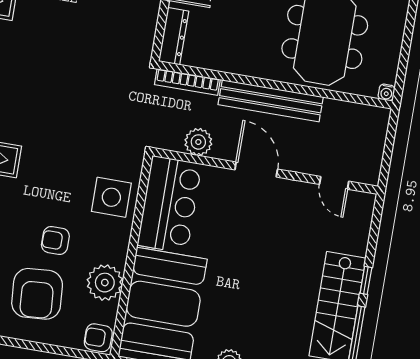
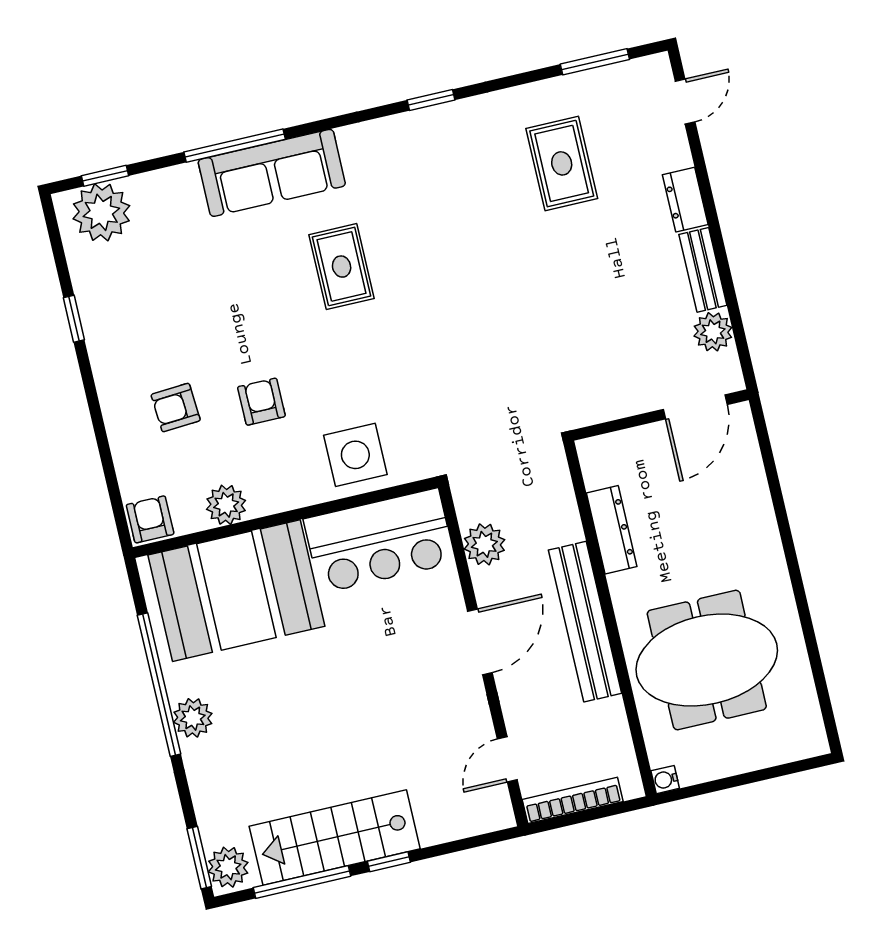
dresser: (174, 36) -> (612, 530), moved, turned -90
bookcase: (187, 82) -> (573, 800), moved, turned 90
plant: (105, 283) -> (226, 505), width x0.73, depth x0.73
armchair: (37, 294) -> (176, 408), width x0.53, depth x0.53

